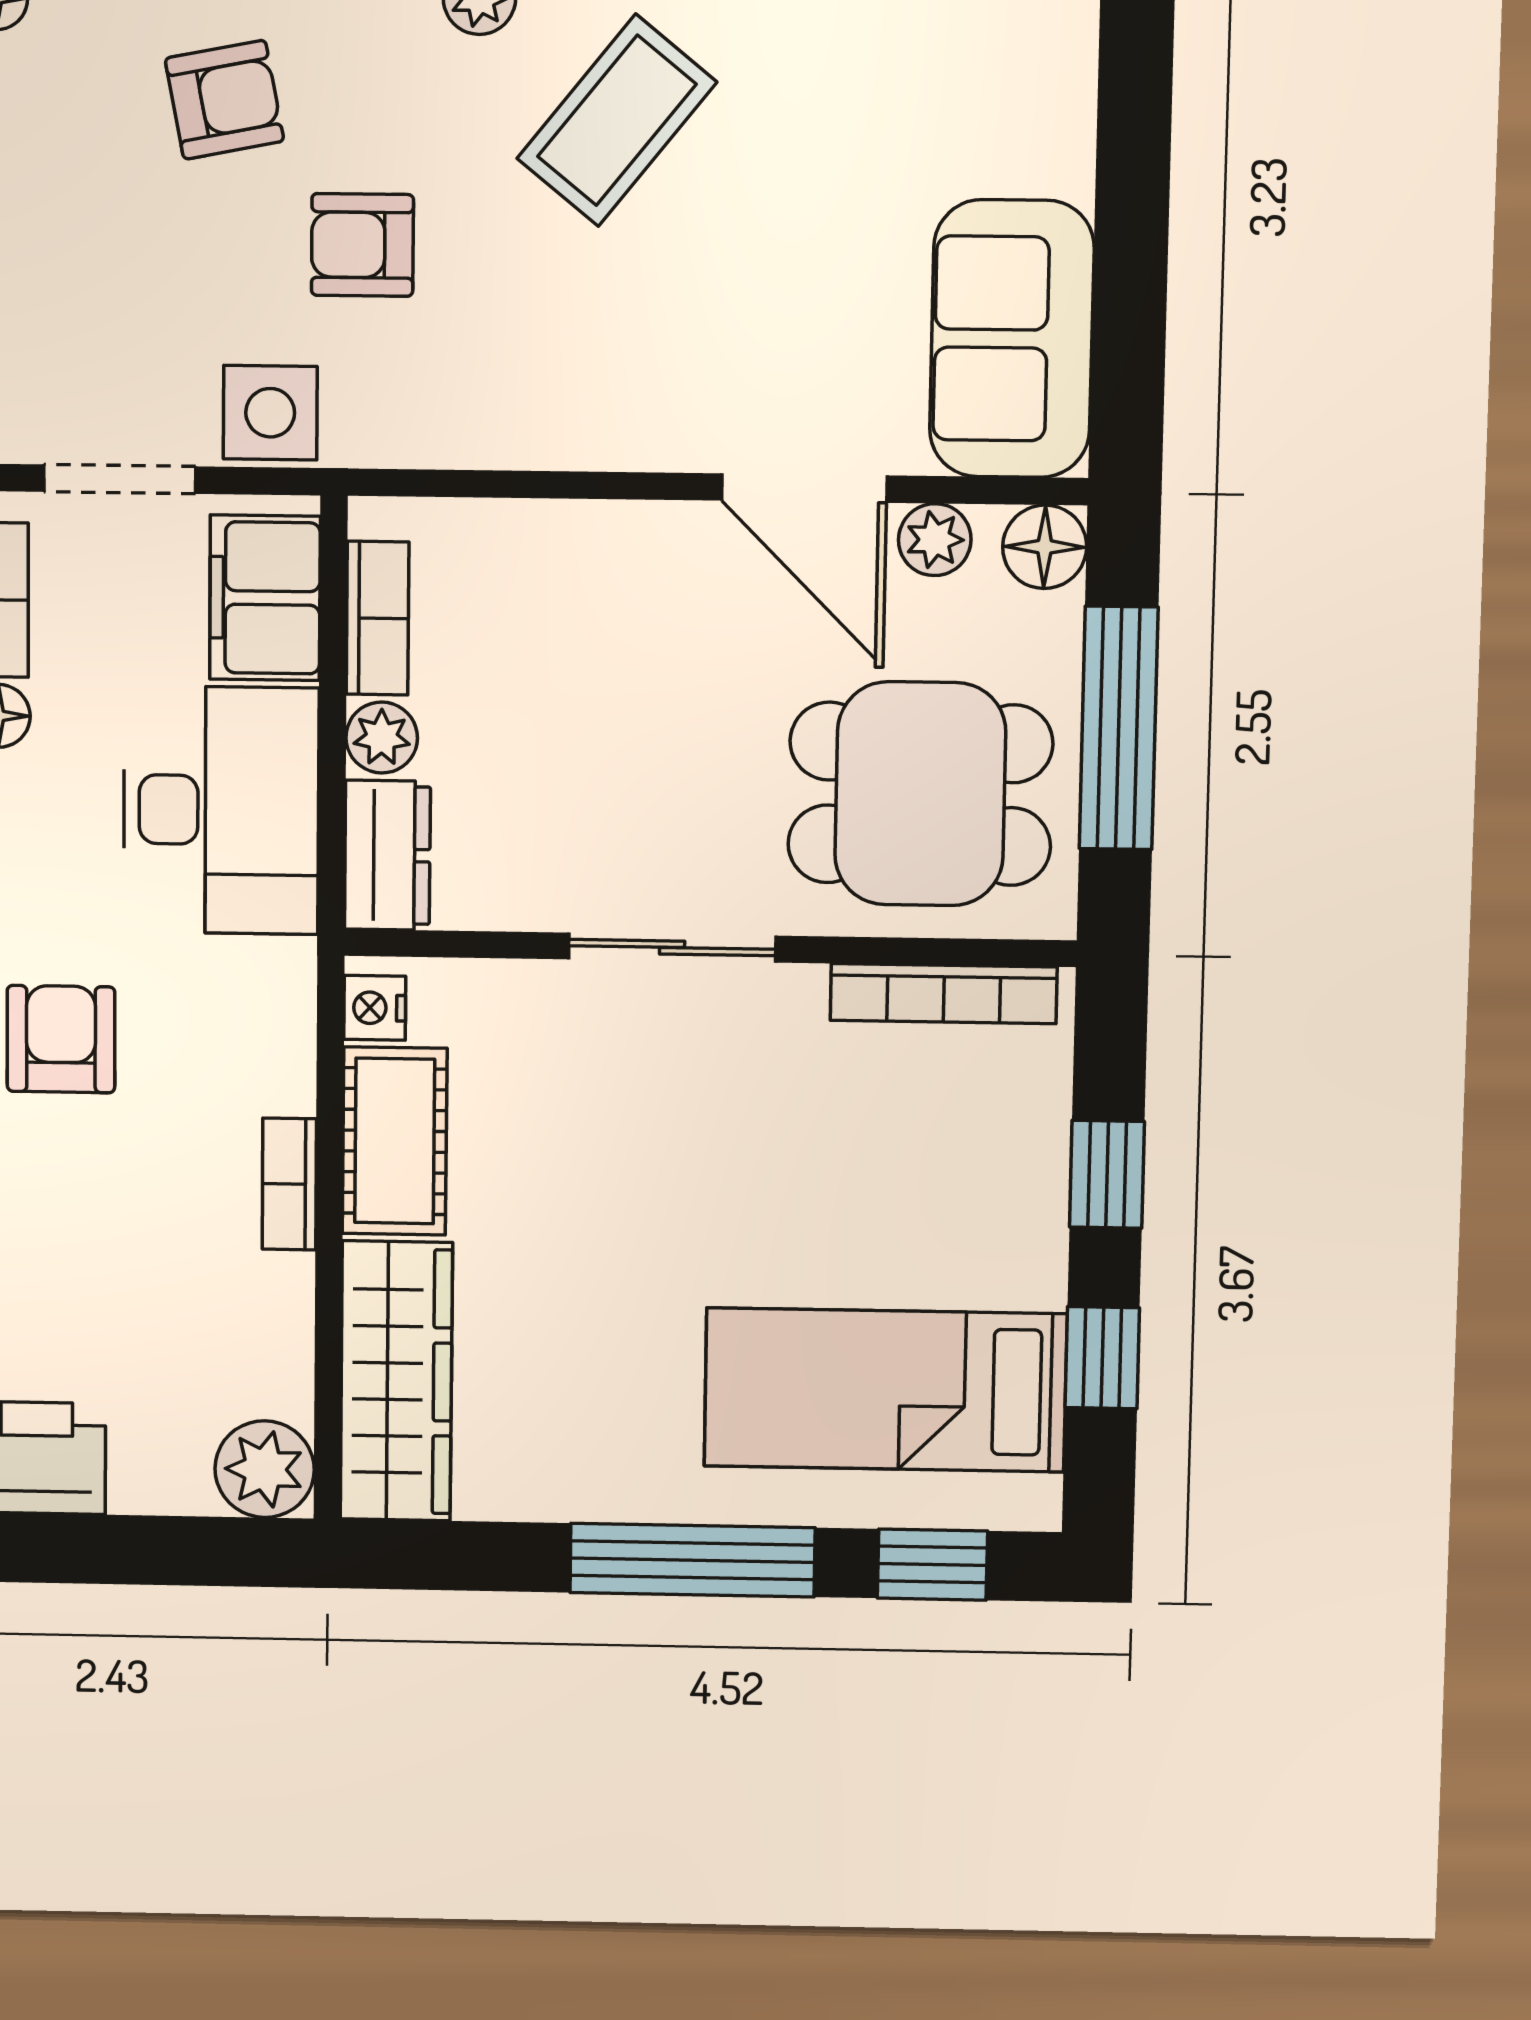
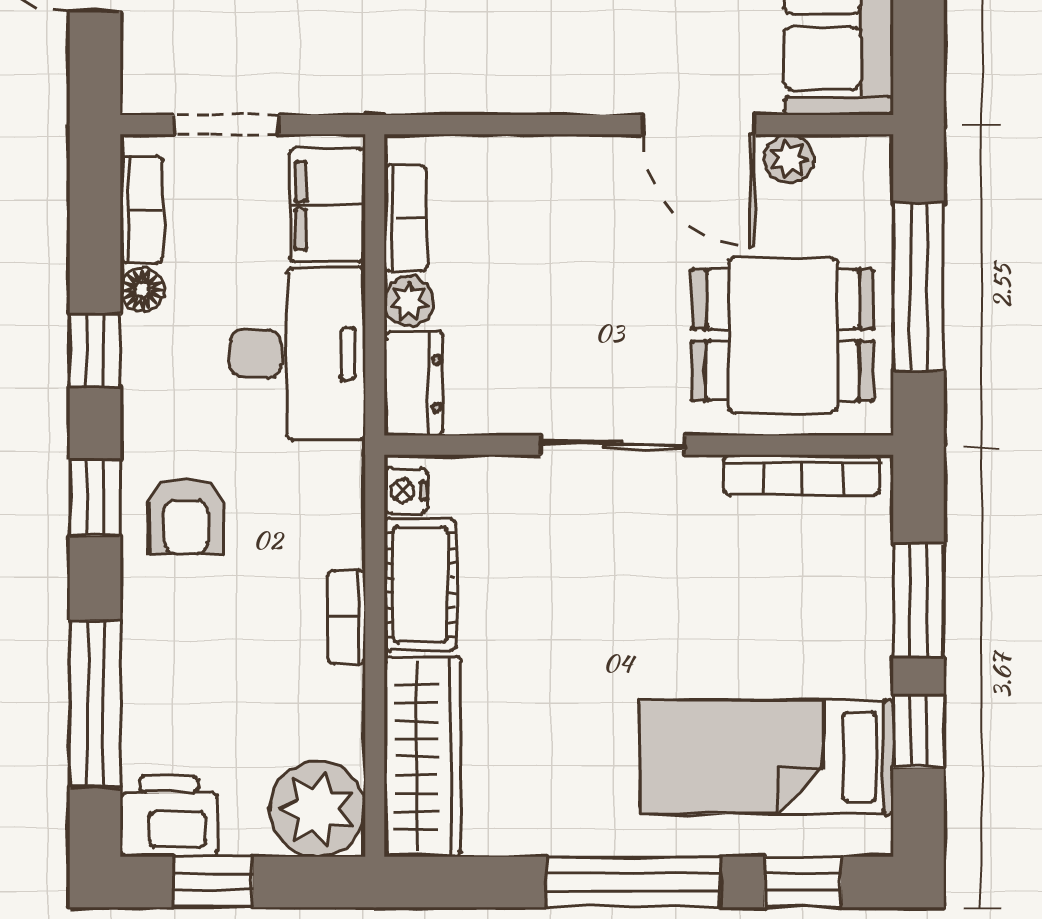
side table: (270, 413) -> (330, 78), removed
floor lamp: (1045, 547) -> (865, 163), removed
armchair: (61, 1039) -> (186, 517), turned 180
window: (1107, 1174) -> (918, 600), width x1.50
plant: (265, 1469) -> (318, 809), width x1.36, depth x1.36
window: (99, 1549) -> (213, 882), added

